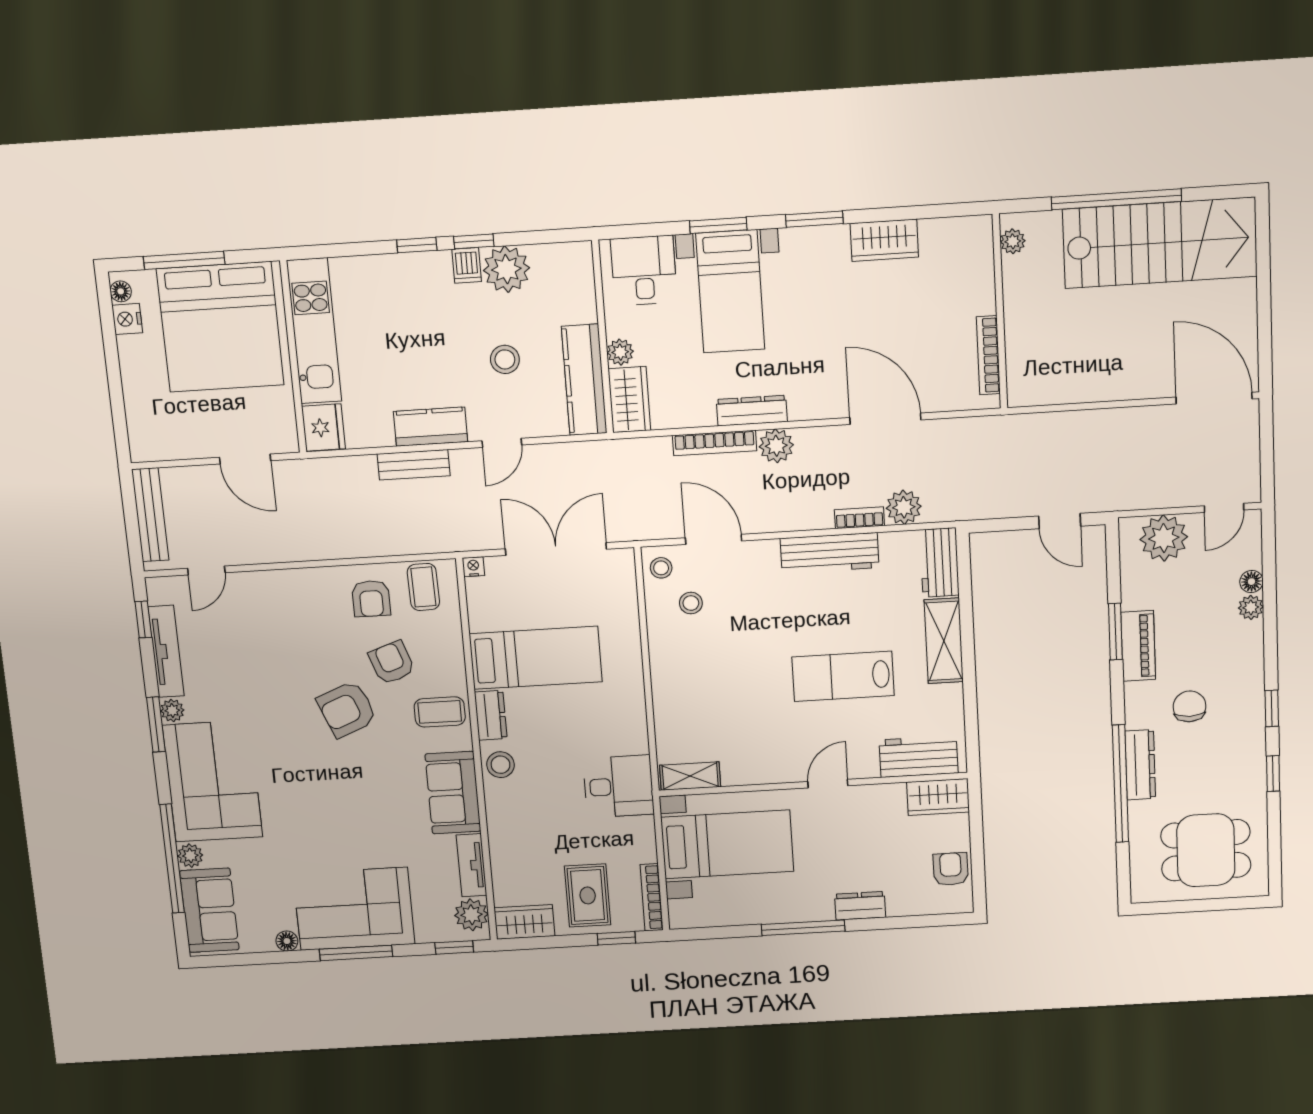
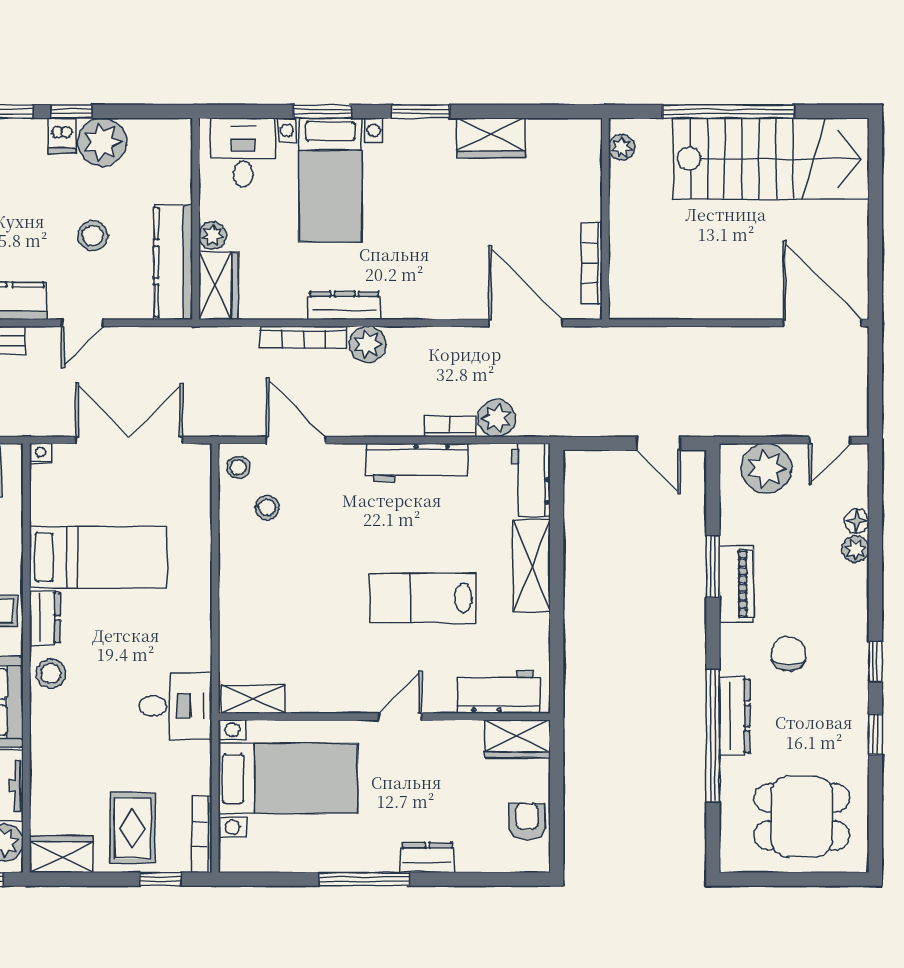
door: (885, 419) -> (525, 323), moved

